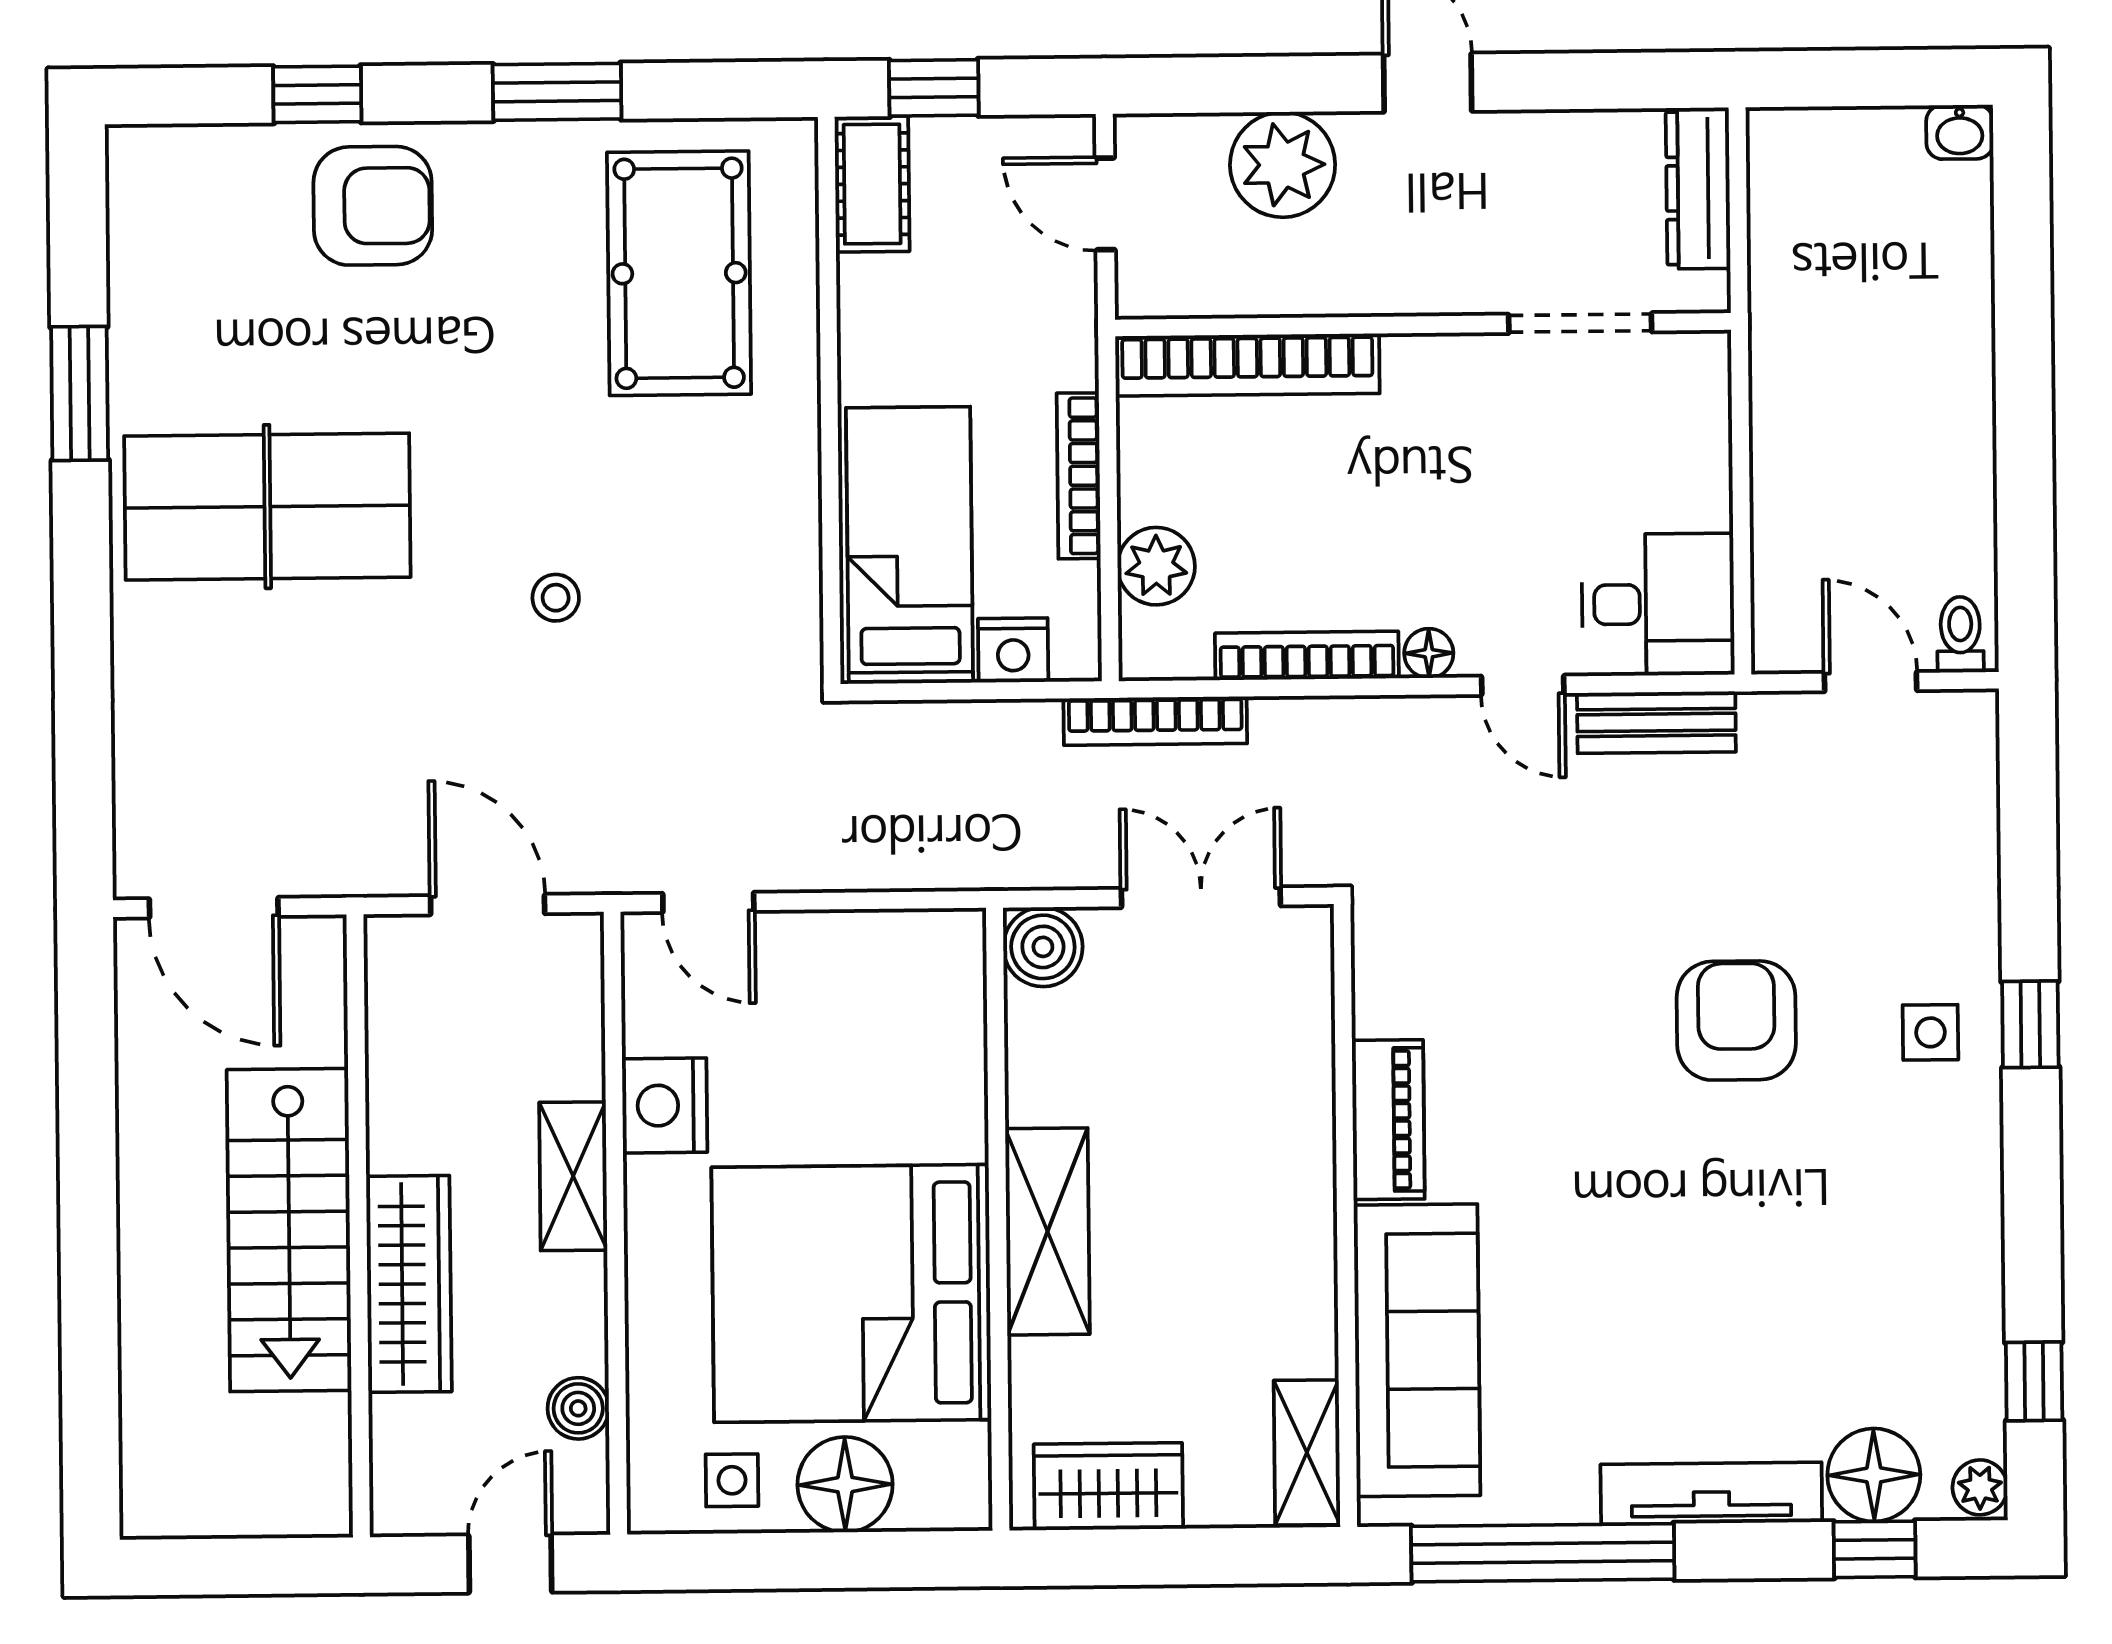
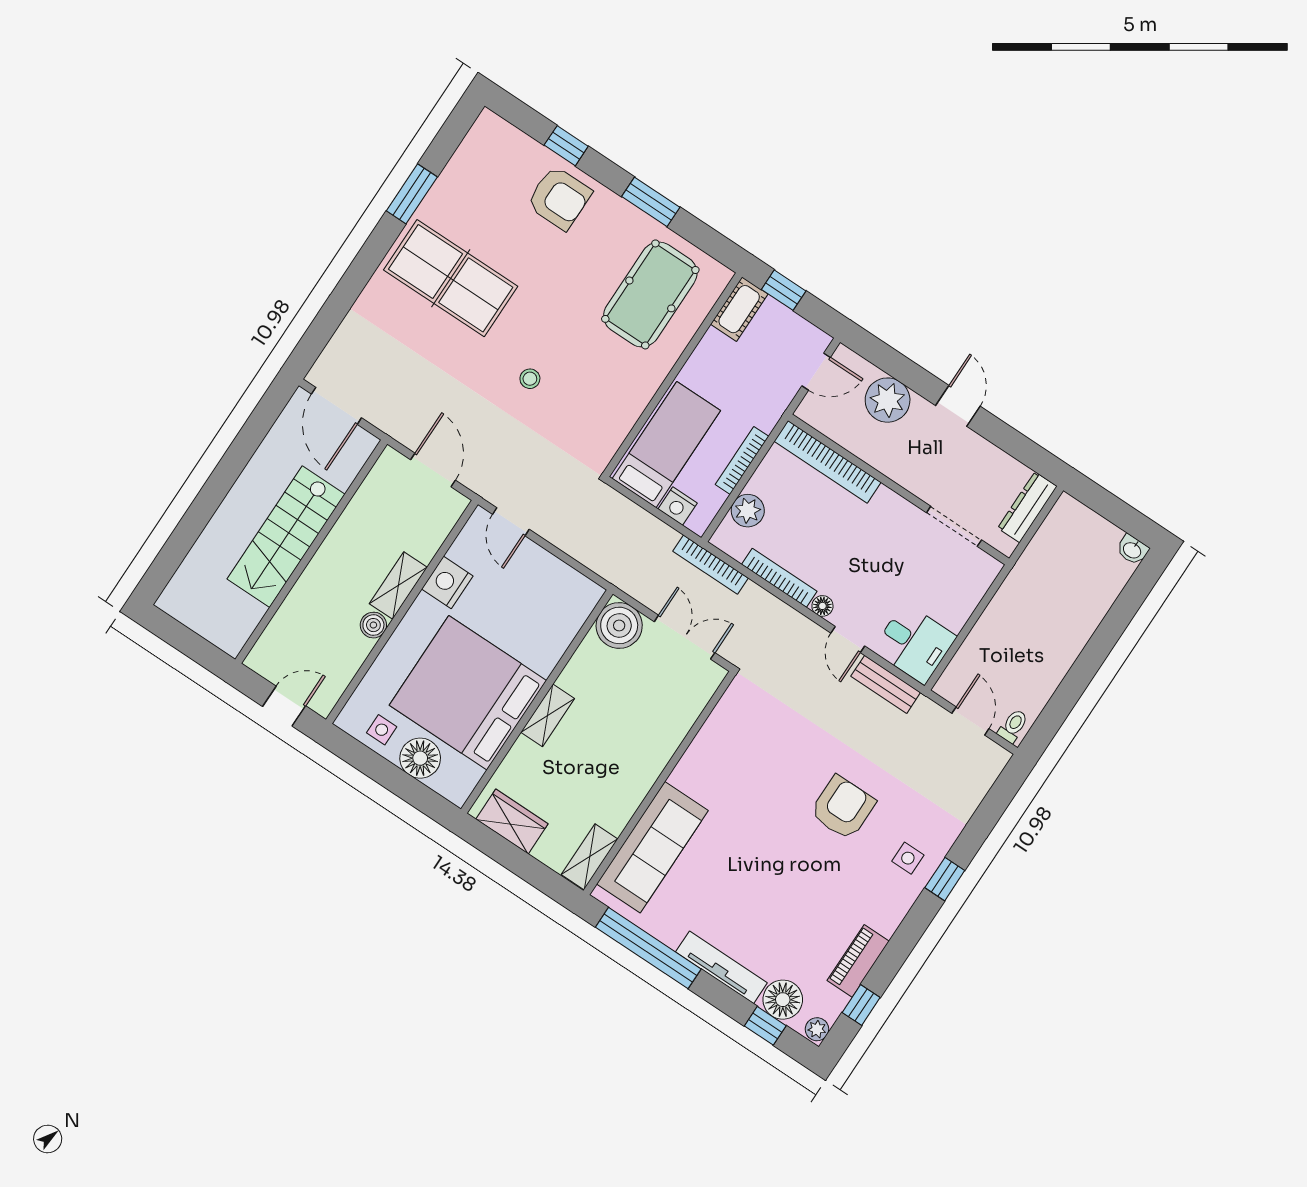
door: (1105, 204) -> (816, 372), swing flipped
boiler: (1043, 947) -> (619, 625), width x1.37, depth x1.37
piano: (1388, 1120) -> (858, 961), moved, turned 180
shelving: (1047, 1231) -> (548, 715), width x0.67, depth x0.75
wardrobe: (409, 1284) -> (315, 584), removed
boiler: (578, 1408) -> (373, 625), moved

